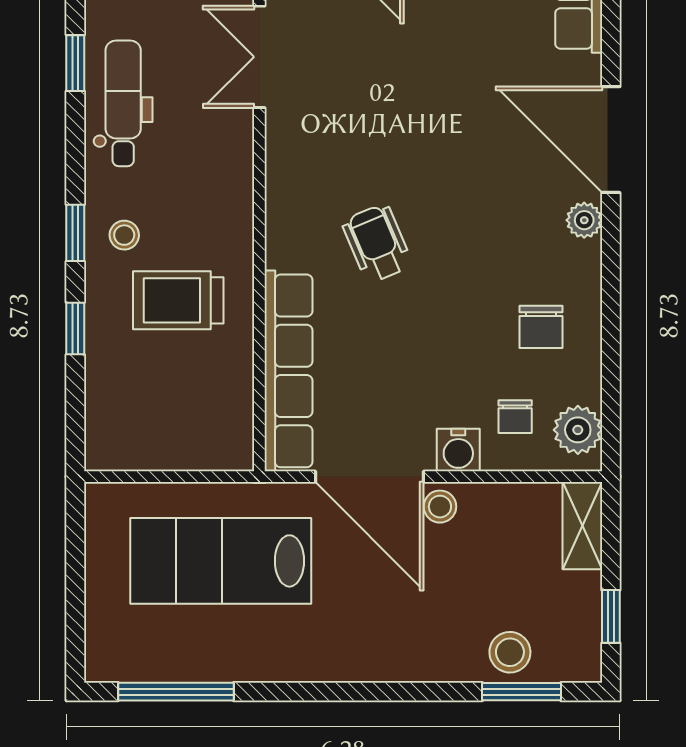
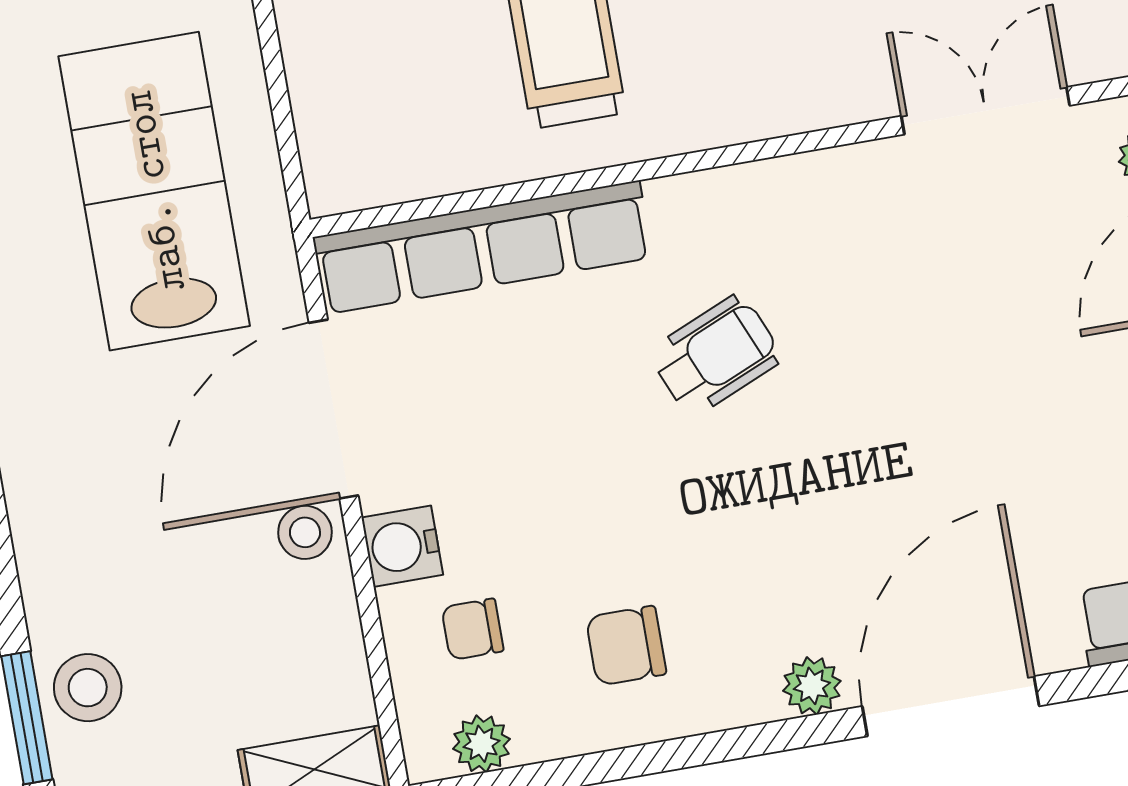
plant: (578, 430) -> (481, 744), width x0.73, depth x0.73

